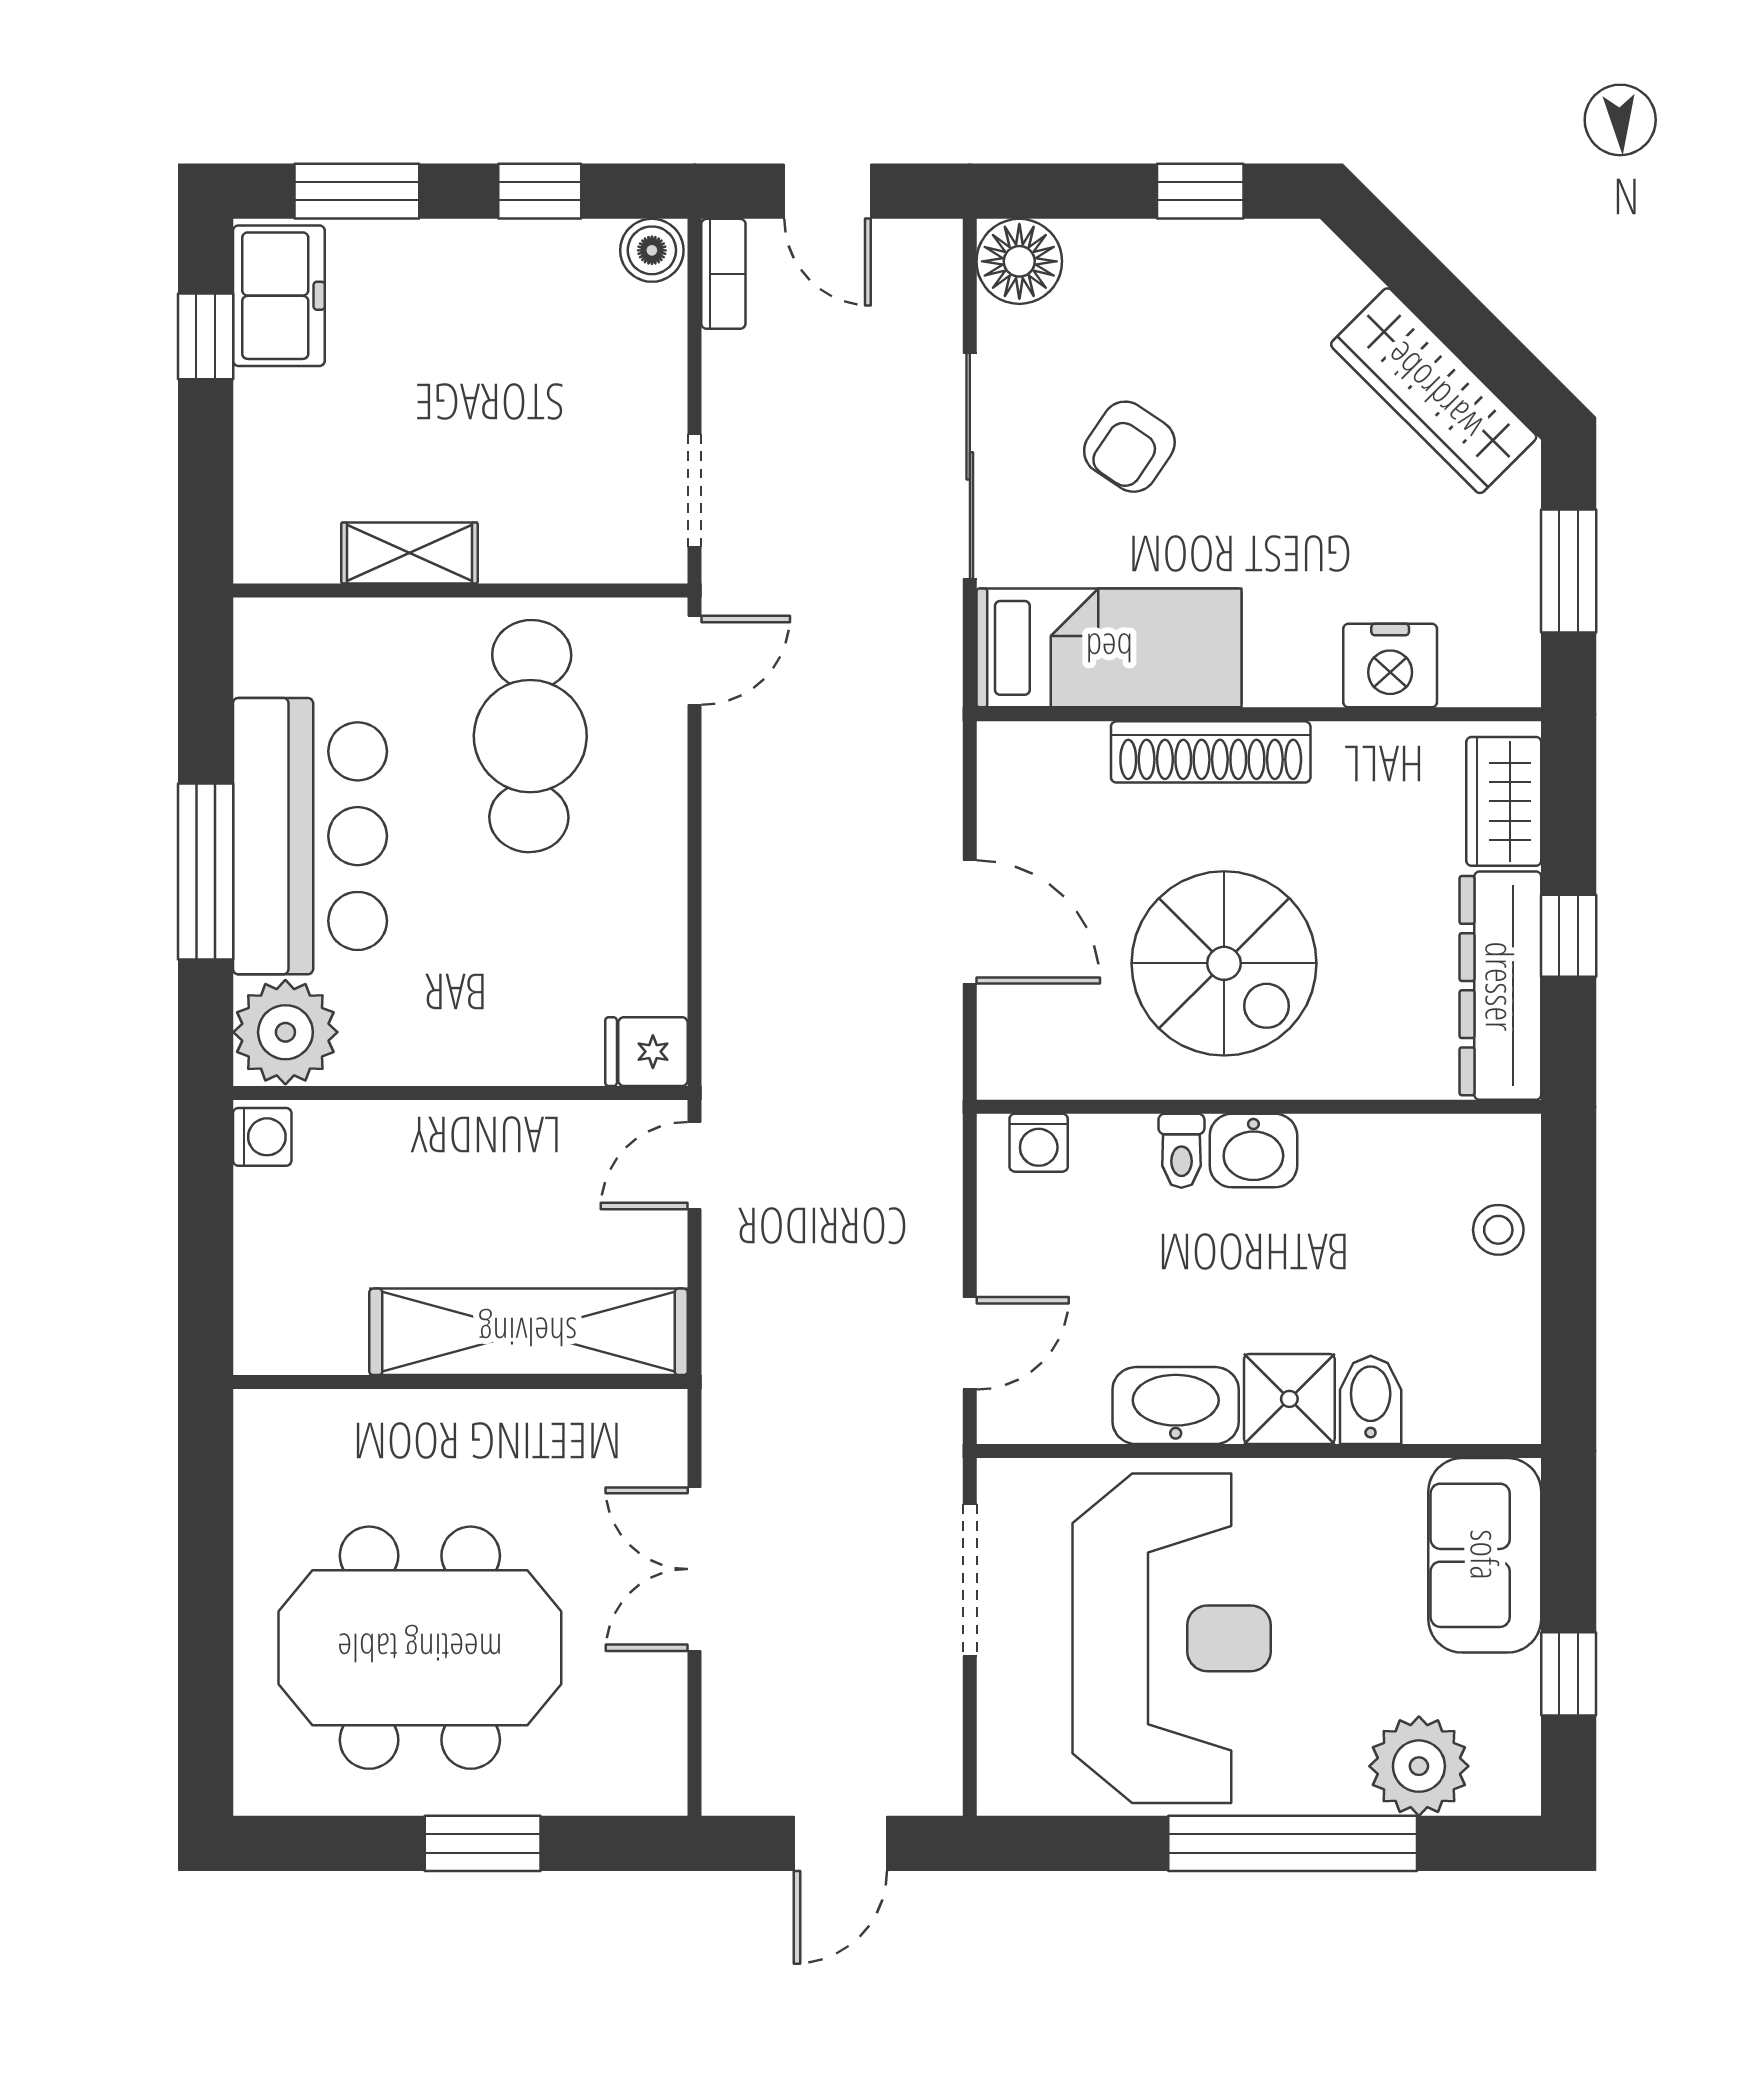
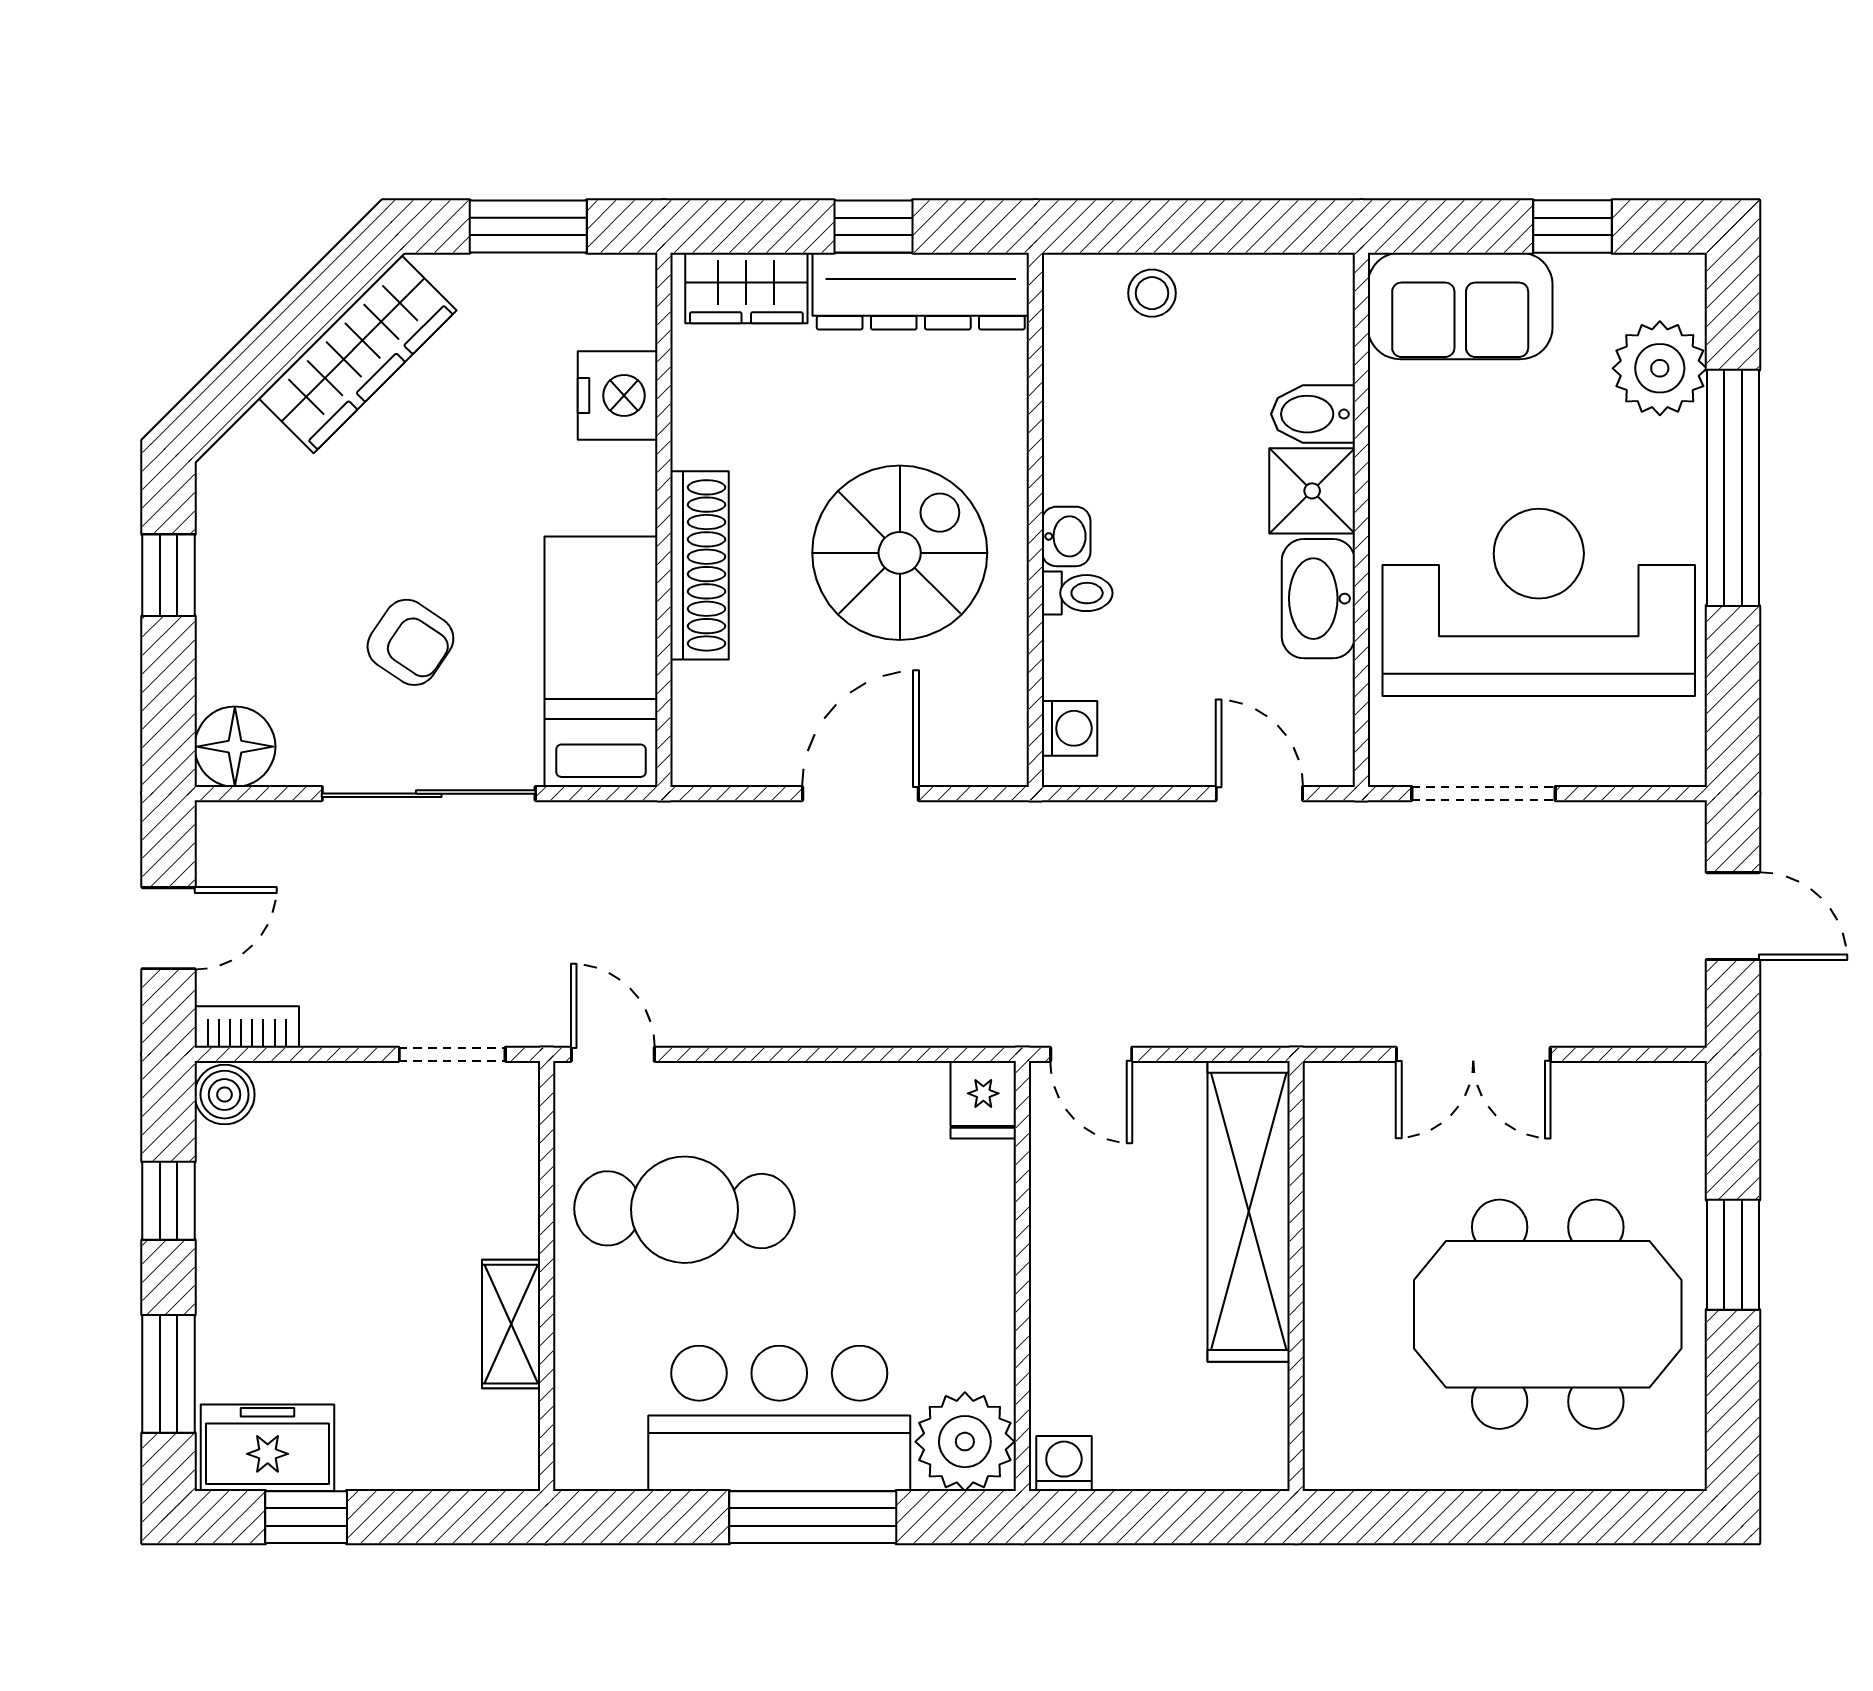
washbasin: (1253, 1151) -> (1066, 536), width x0.72, depth x0.69
meeting table: (420, 1648) -> (1548, 1314), turned 90

